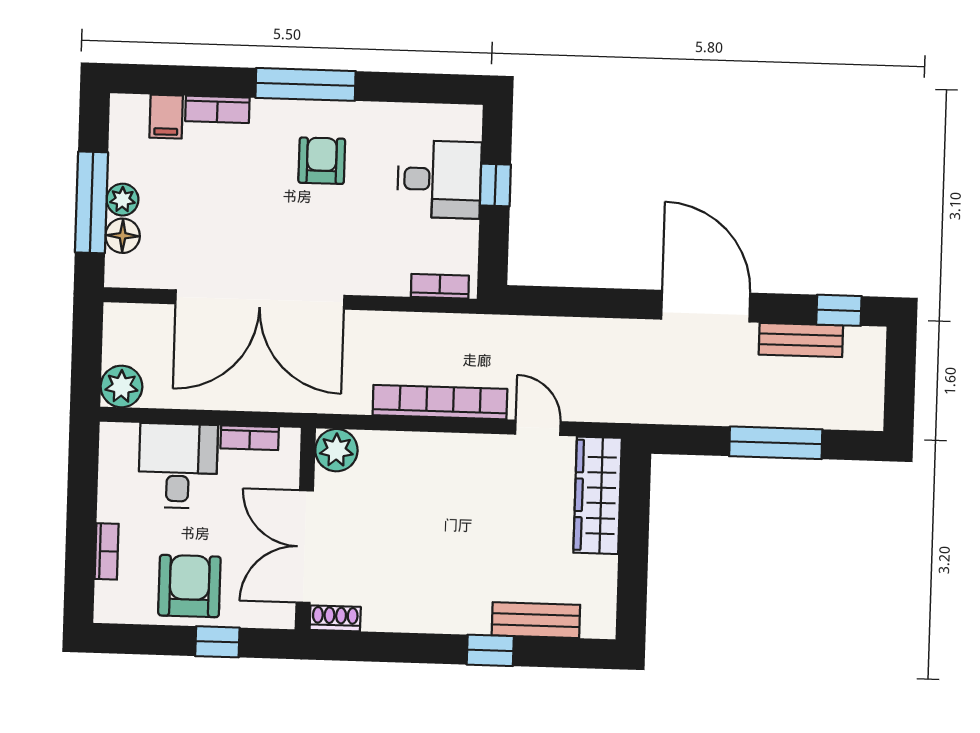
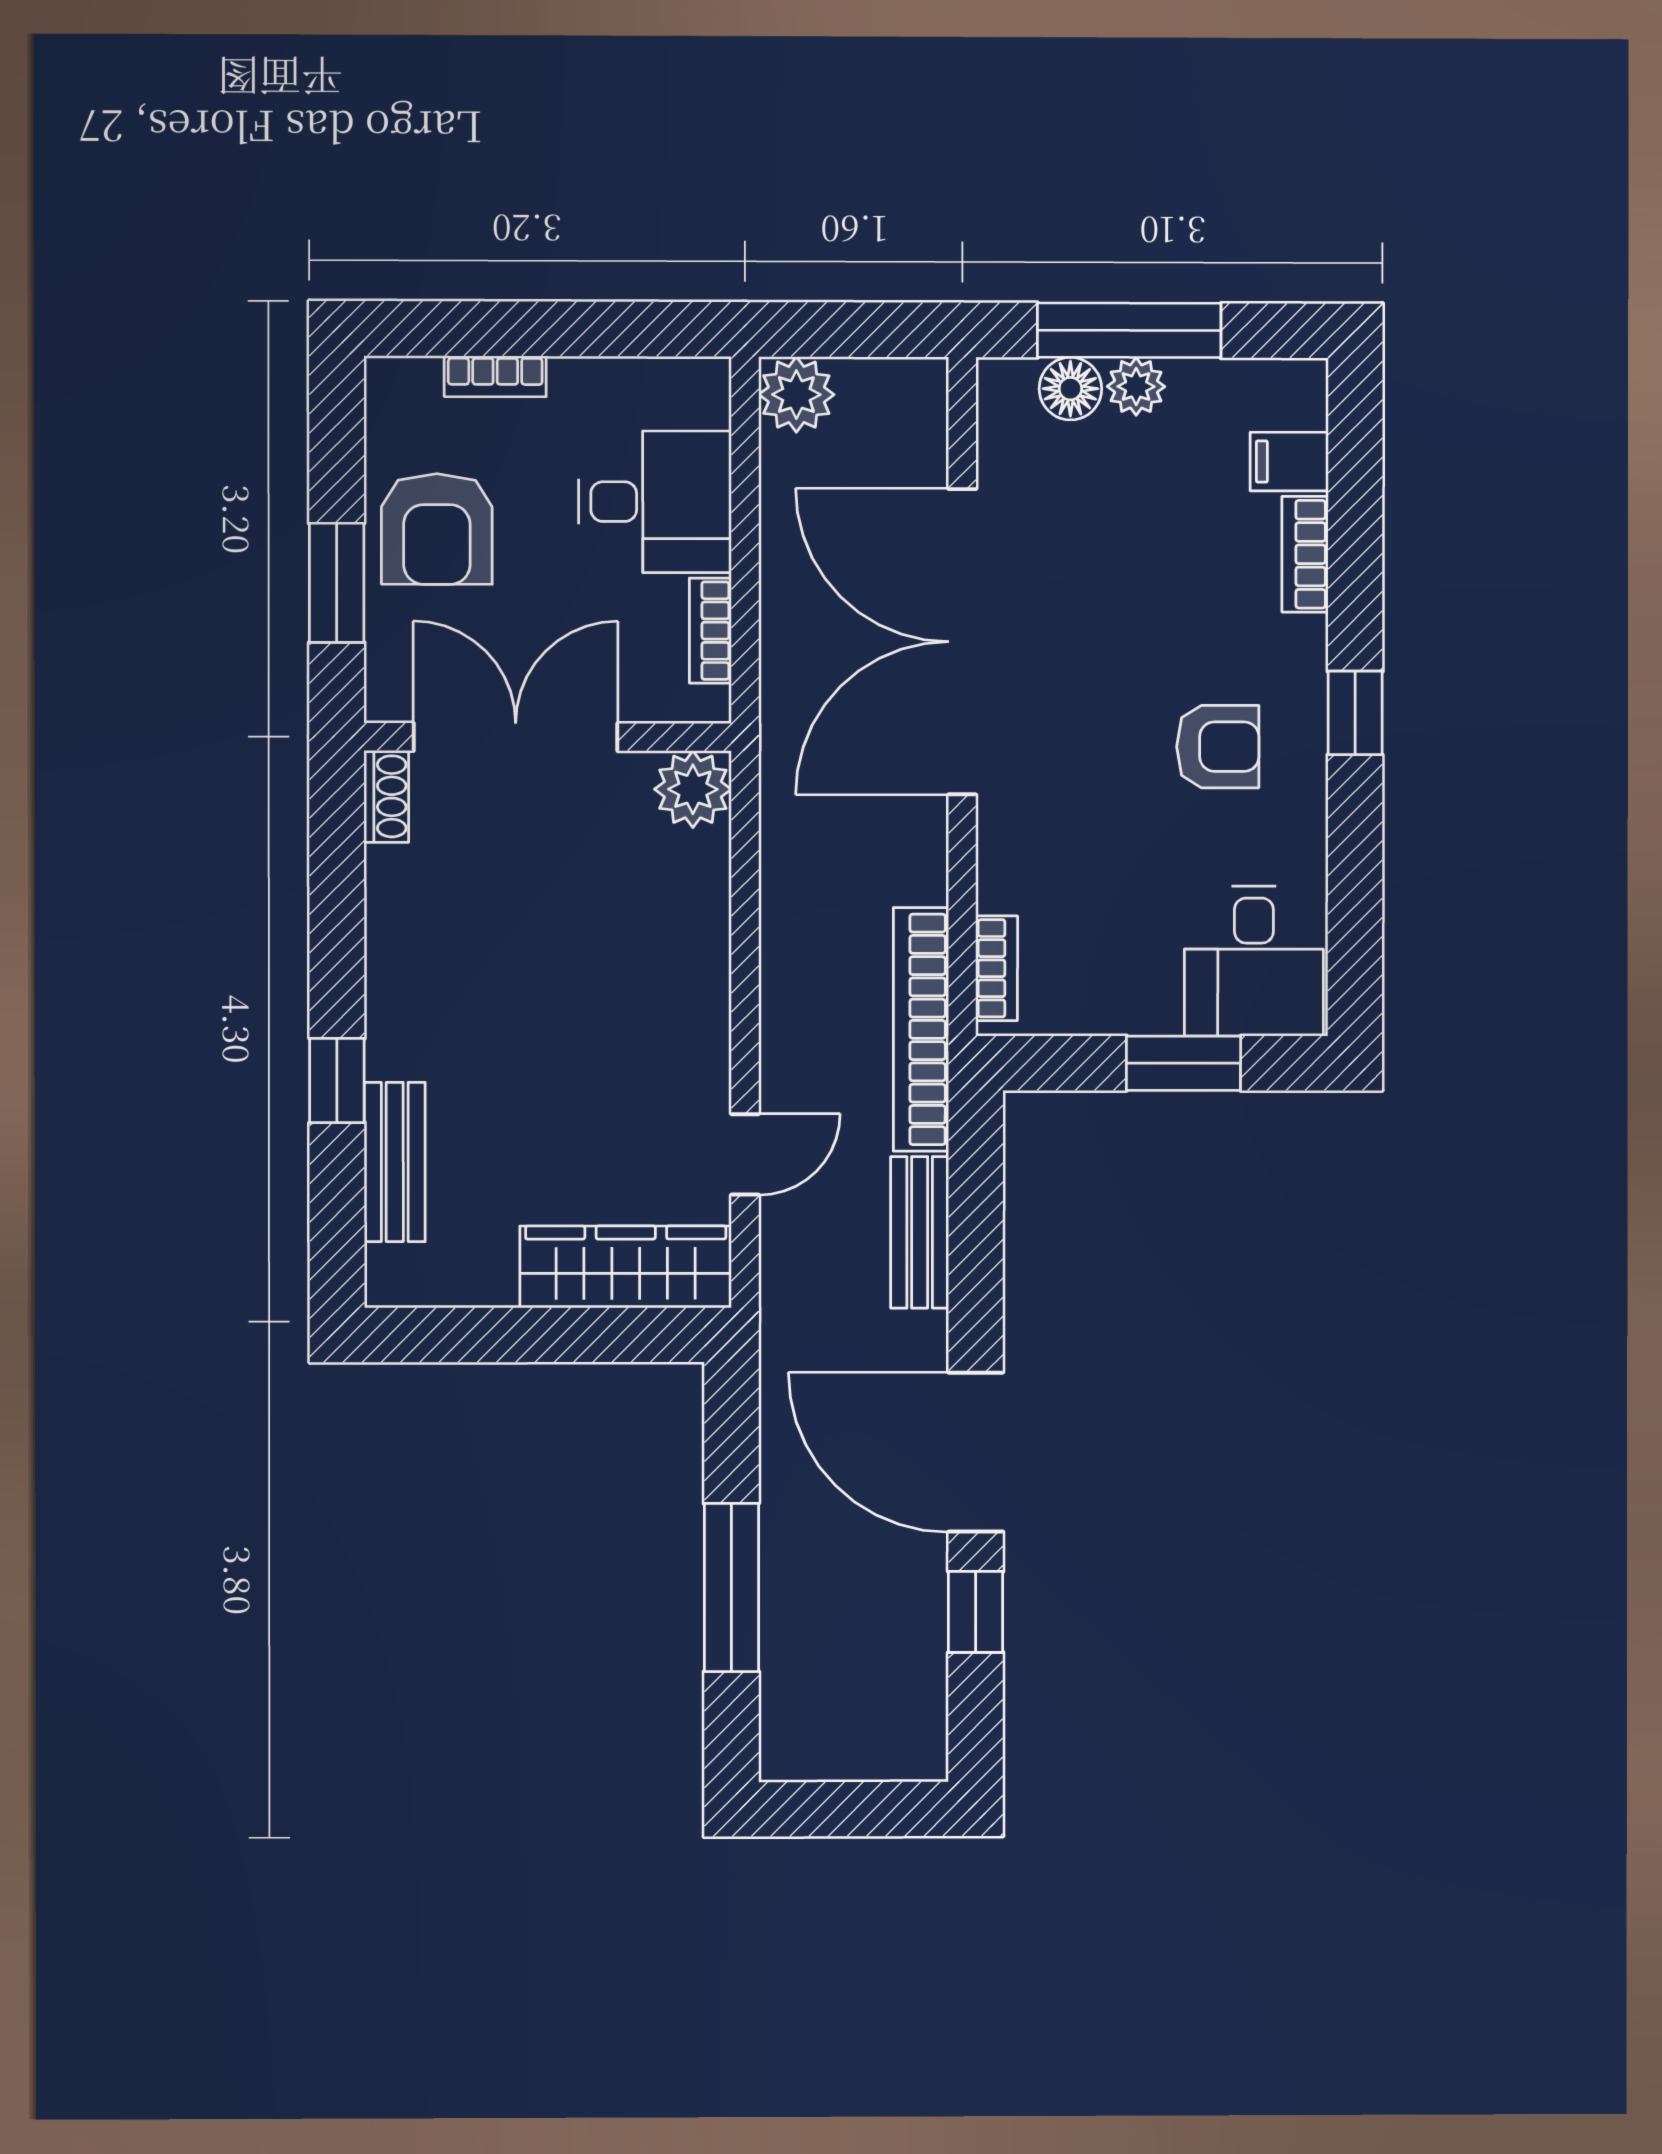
window: (306, 84) -> (1355, 713), width x0.46
desk: (439, 179) -> (1254, 961), moved
window: (495, 185) -> (1183, 1063), width x1.50
door: (706, 306) -> (976, 1452), swing flipped
window: (839, 310) -> (976, 1612), moved
bench: (801, 340) -> (920, 1232), moved
bookcase: (440, 402) -> (921, 1029), moved, turned 180
armchair: (189, 586) -> (437, 529), turned 90
window: (217, 642) -> (337, 583), width x1.50

